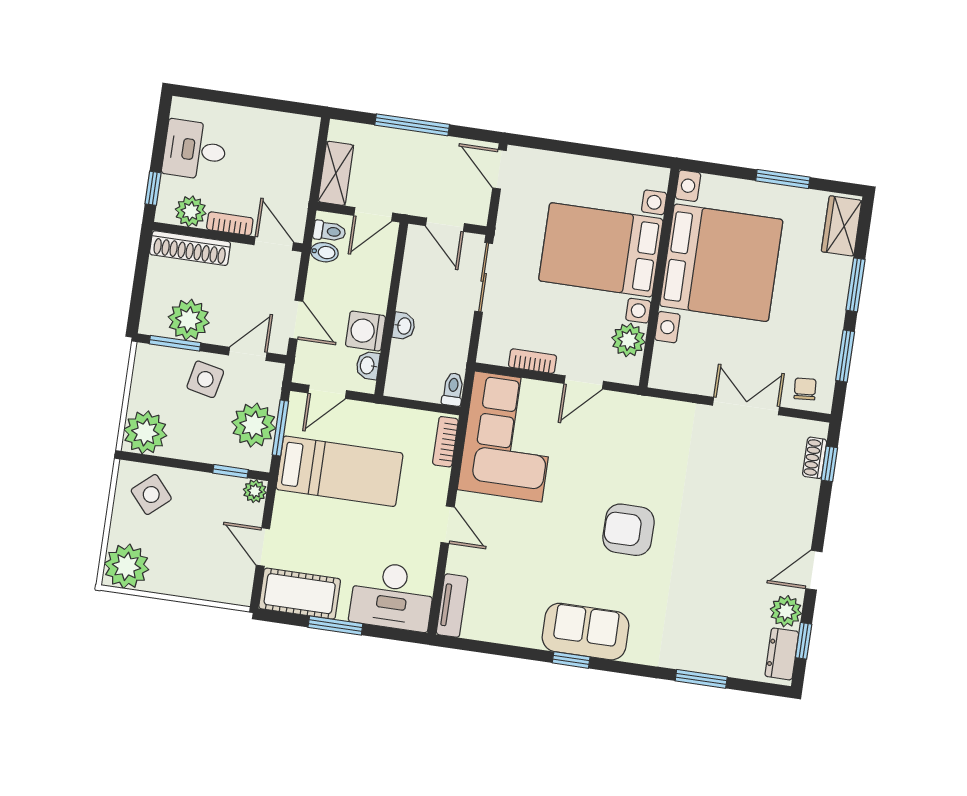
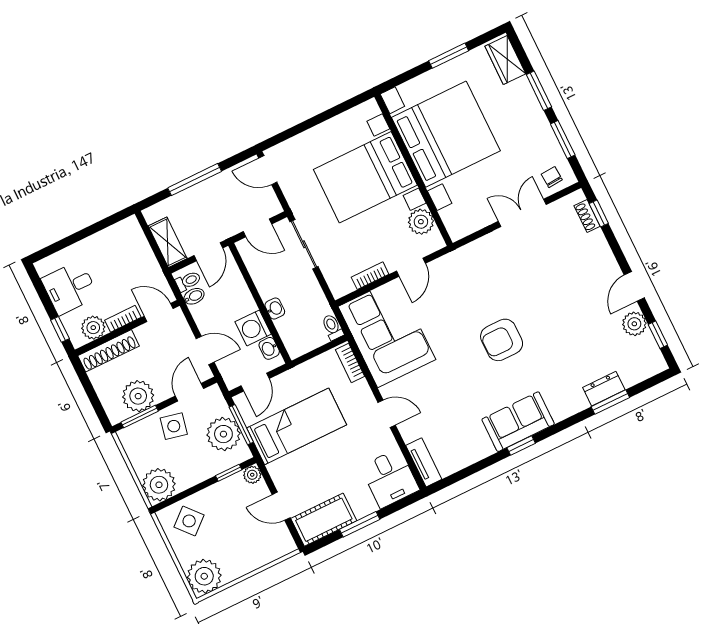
desk: (392, 596) -> (390, 478), width x0.73
dresser: (782, 654) -> (604, 389), moved, turned 90

